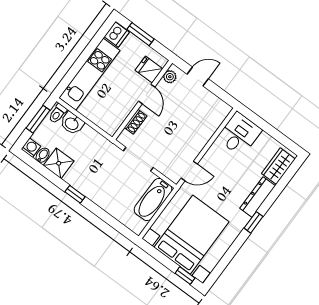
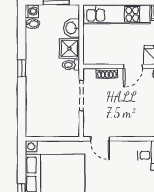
toilet: (58, 114) -> (71, 65), moved
shower: (59, 163) -> (69, 48), moved
bathtub: (153, 200) -> (60, 128), removed

